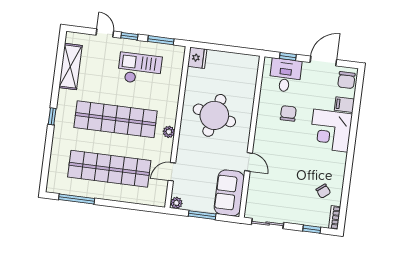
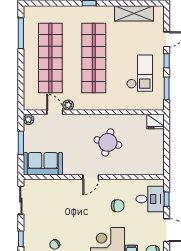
round table: (214, 115) -> (108, 142), width x0.73, depth x0.73
plant: (169, 132) -> (68, 105), moved
door: (249, 162) -> (91, 177), moved

